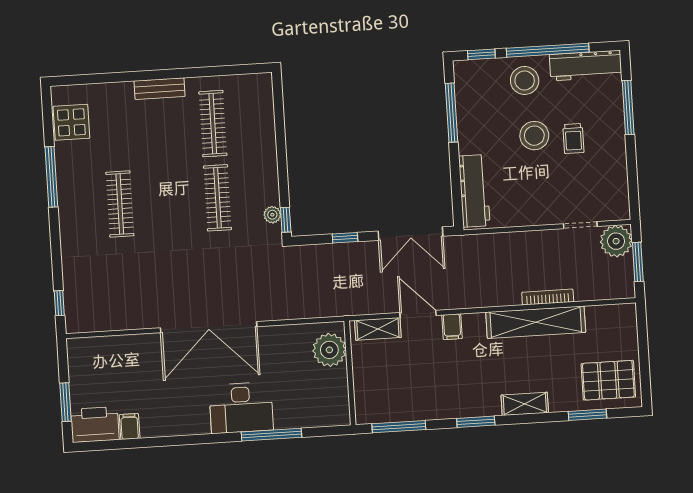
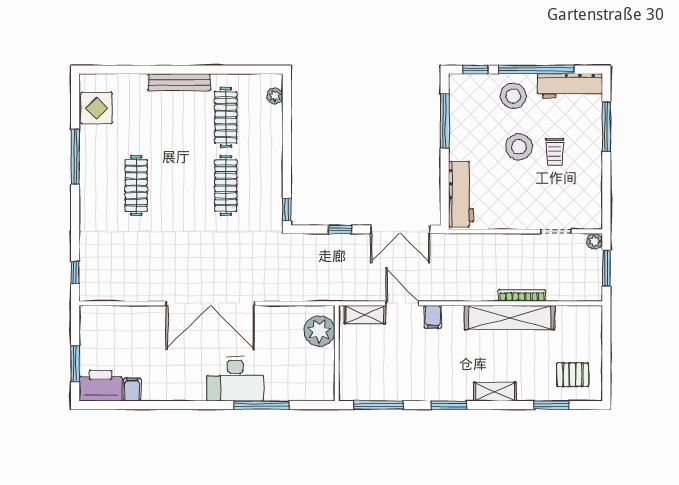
bench: (160, 89) -> (179, 82), width x1.36
plant: (272, 215) -> (275, 96), moved
plant: (616, 241) -> (595, 241), width x0.53, depth x0.53
pallet: (608, 380) -> (573, 375), width x0.67, depth x0.71

